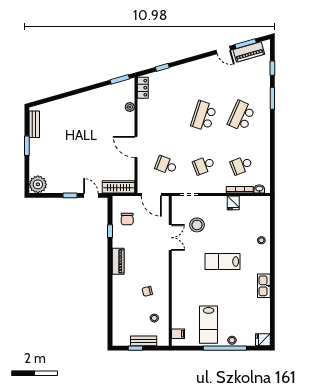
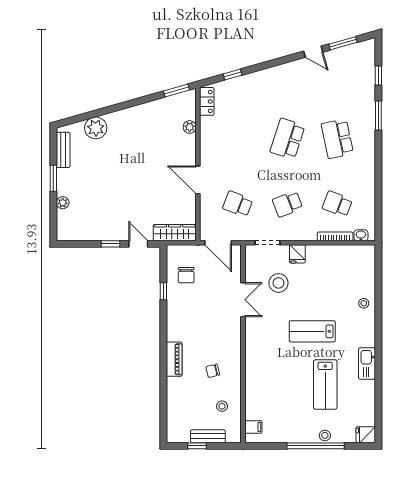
piano: (249, 52) -> (347, 54), removed
plant: (59, 108) -> (96, 128), added
school desk: (241, 116) -> (337, 139), turned -36
school desk: (241, 165) -> (337, 204), turned 42
plant: (38, 184) -> (63, 203), moved, width x0.53, depth x0.53
fridge: (233, 203) -> (297, 254), moved
piano: (118, 261) -> (174, 359), moved
lab bench: (209, 325) -> (325, 384), moved

